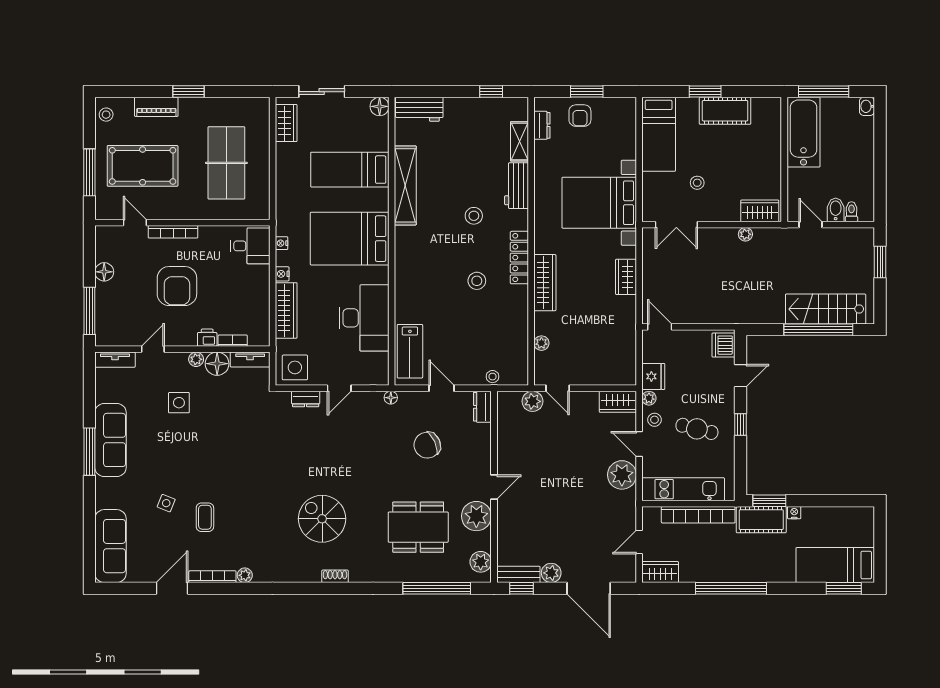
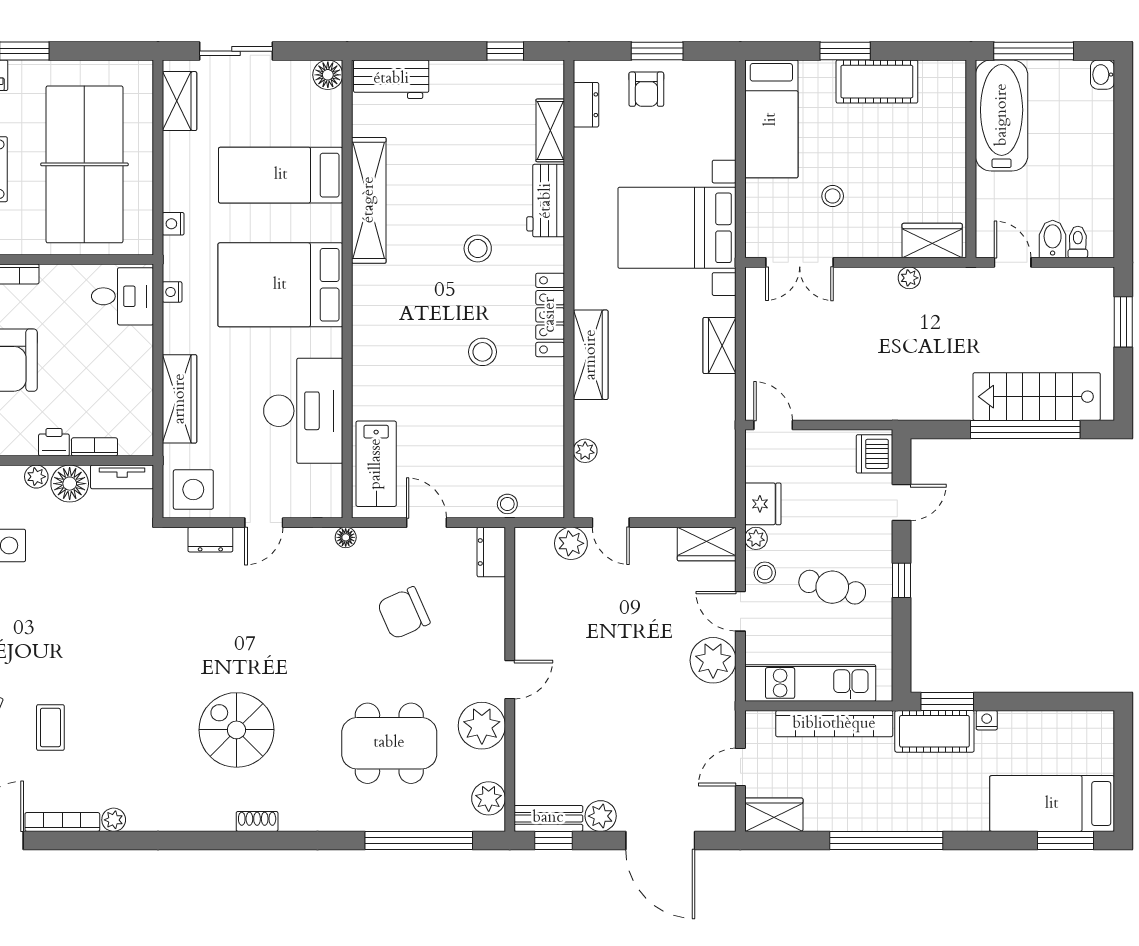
table tennis table: (226, 163) -> (84, 164), width x1.36, depth x1.32
nightstand: (282, 274) -> (173, 224), moved

